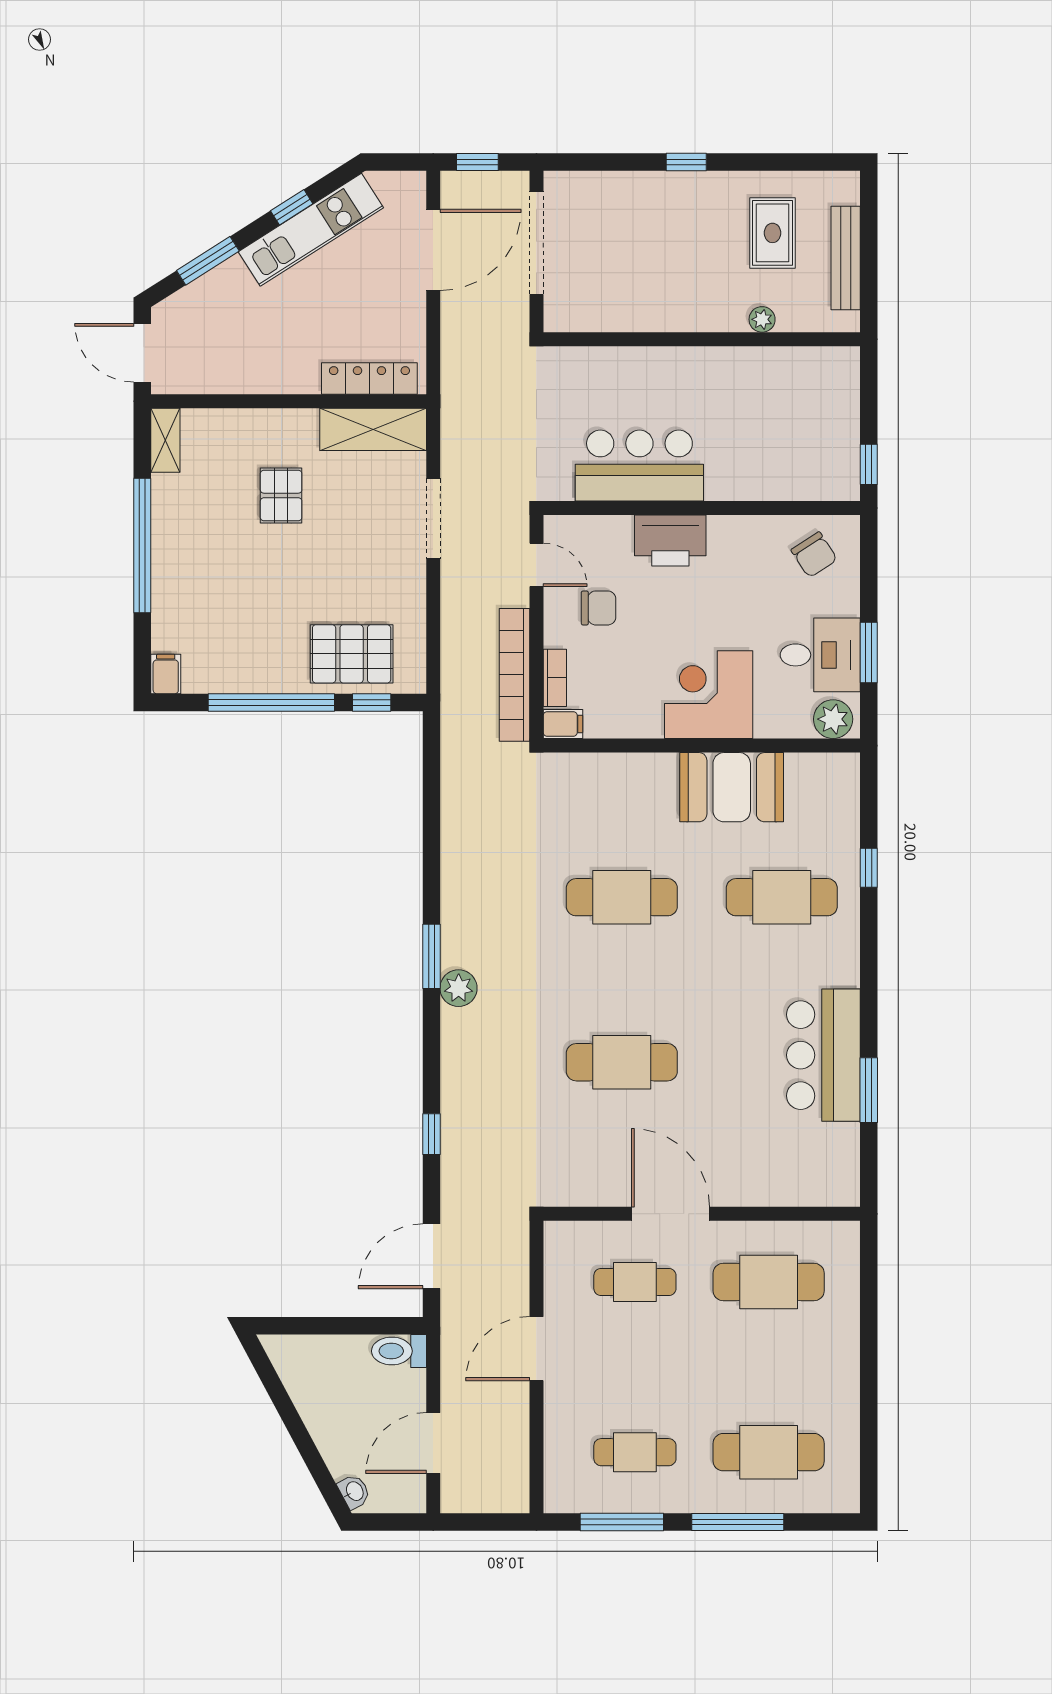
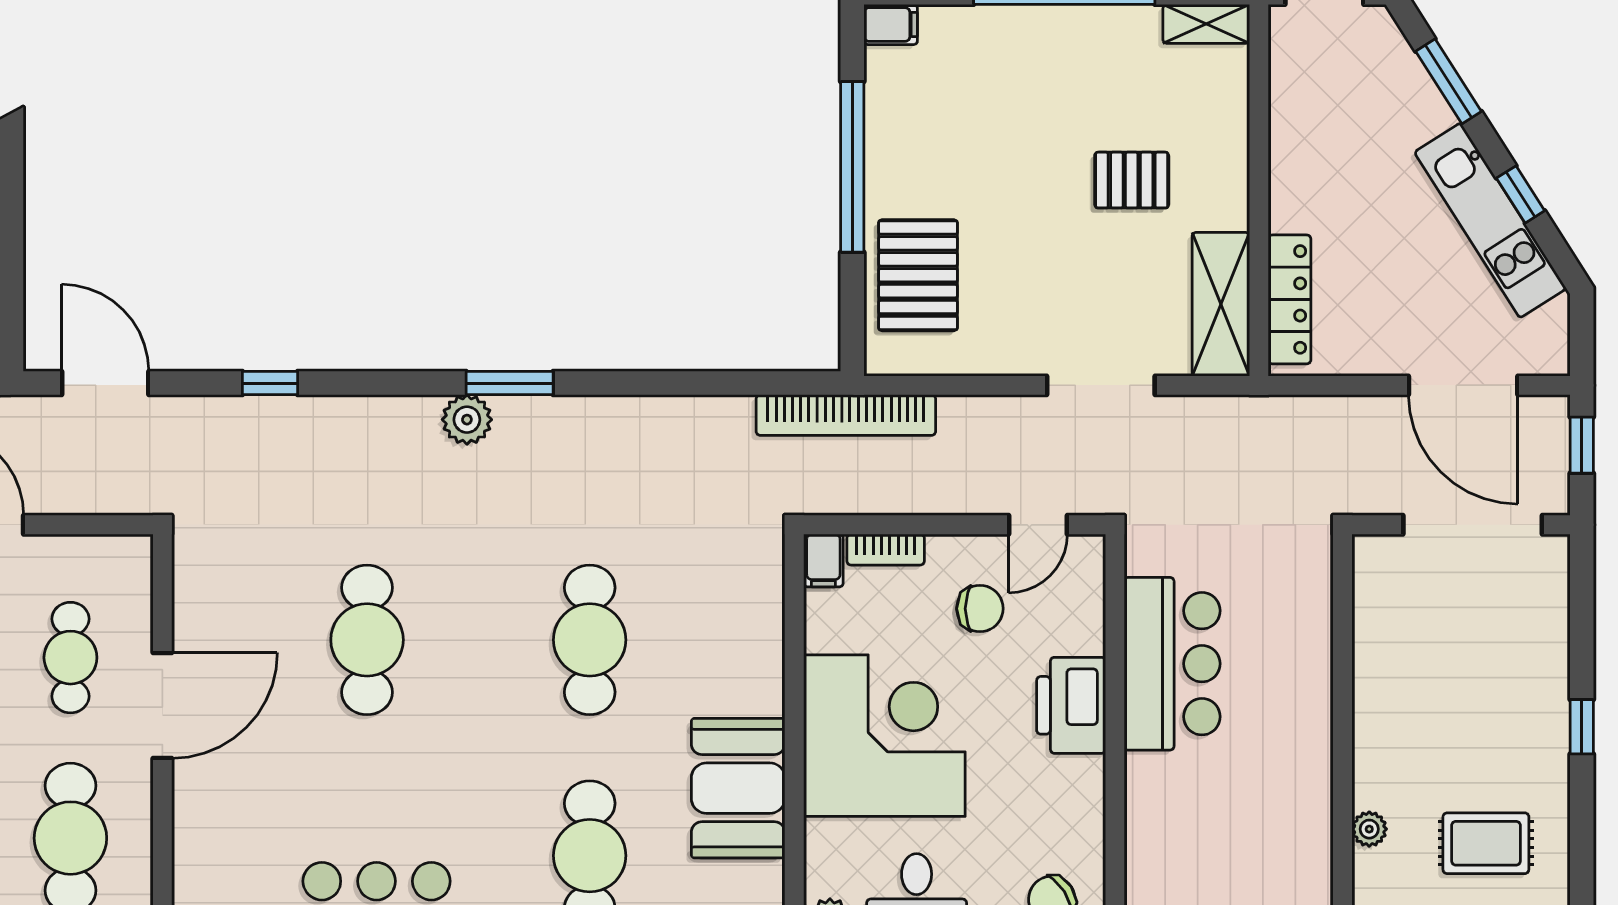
chair: (599, 608) -> (980, 609), turned -90
bookcase: (515, 675) -> (846, 415), moved, turned 180
corner desk: (709, 695) -> (884, 736), width x1.36, depth x1.36
window: (372, 703) -> (852, 302), removed

